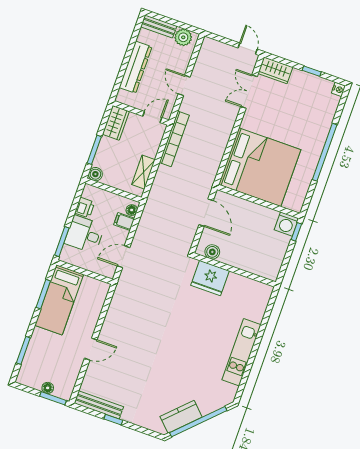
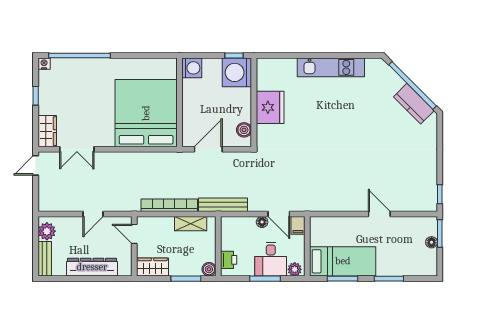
bookcase: (174, 139) -> (169, 205), moved
window: (325, 152) -> (80, 56), moved
printer: (85, 208) -> (229, 260), moved, turned 90
floor lamp: (132, 210) -> (262, 222), moved
filing cabinet: (124, 221) -> (298, 225), moved
window: (296, 232) -> (234, 56), moved
window: (62, 242) -> (265, 279), moved
plant: (67, 253) -> (295, 269), added
washing machine: (267, 264) -> (237, 72), added
fridge: (210, 278) -> (270, 107), moved
window: (23, 350) -> (389, 279), moved
bench: (99, 405) -> (223, 205), moved, turned 90
window: (113, 420) -> (440, 194), moved

